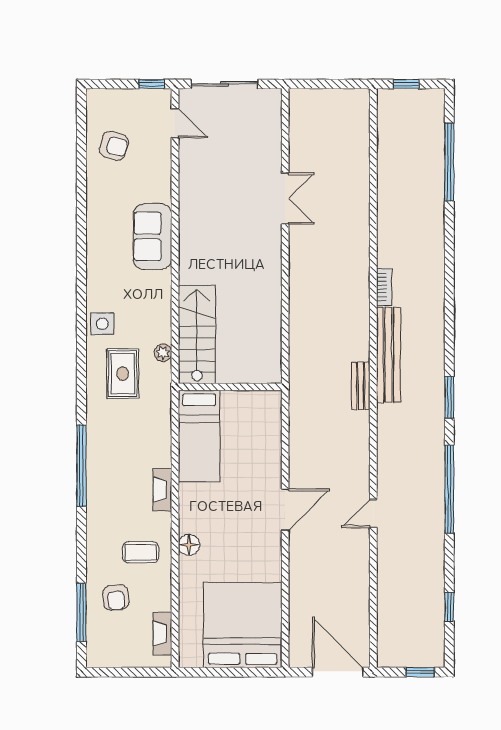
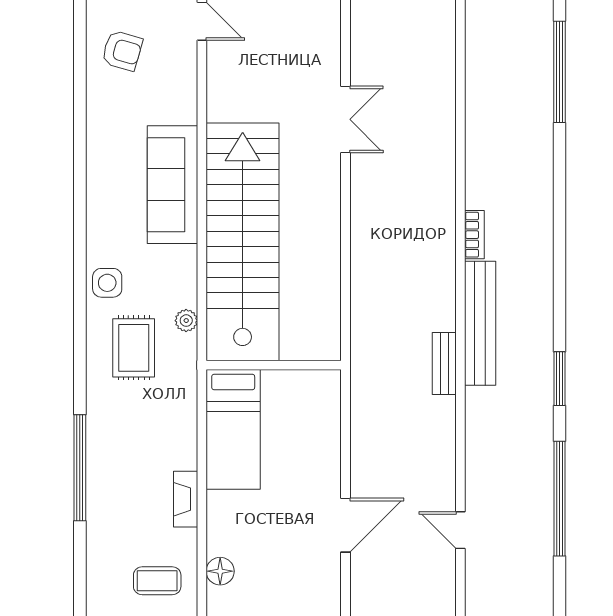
sofa: (152, 237) -> (173, 185), width x1.36
stairs: (197, 334) -> (243, 242), width x1.86, depth x1.51
door: (373, 514) -> (460, 530), hinge flipped

